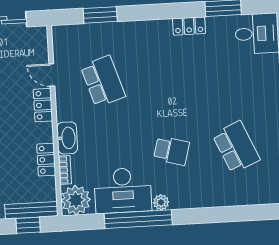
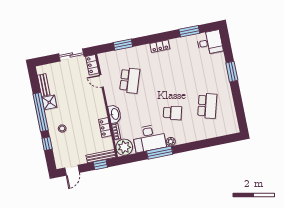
locker: (189, 26) -> (160, 46), moved
school desk: (103, 81) -> (130, 80), turned 36
locker: (43, 105) -> (92, 65), moved
school desk: (236, 147) -> (207, 106), turned 39
window: (138, 219) -> (160, 153), width x0.68

